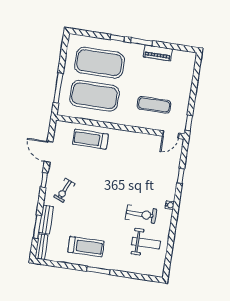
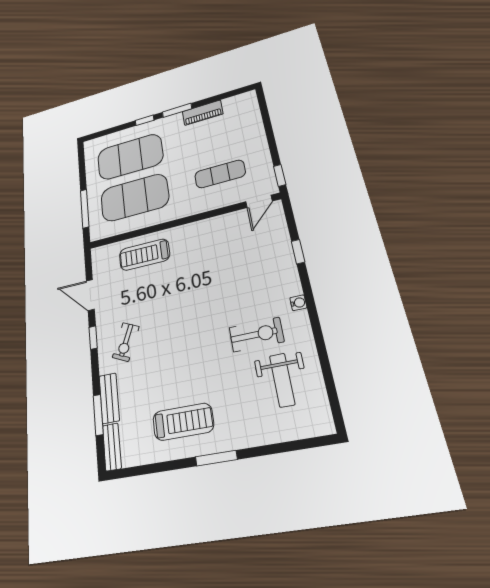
weight bench: (146, 243) -> (282, 380), turned 90

